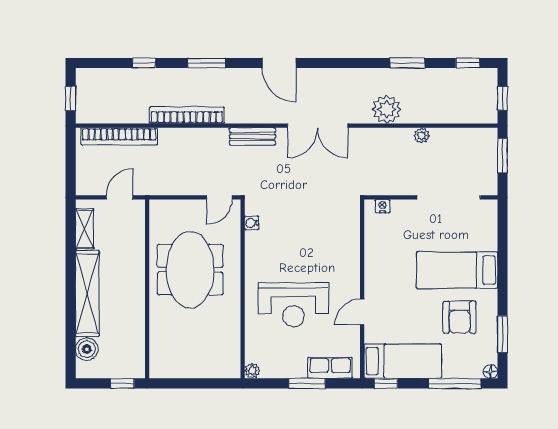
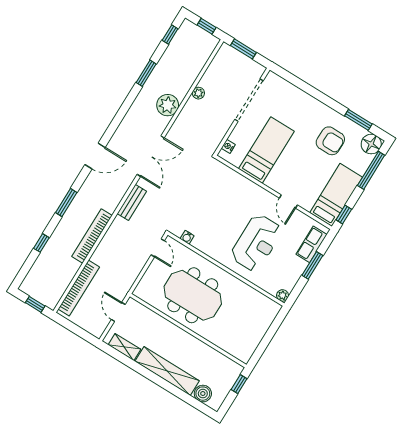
bed: (457, 270) -> (266, 150), moved, turned 180
floor lamp: (491, 372) -> (371, 144), width x1.89, depth x1.89

